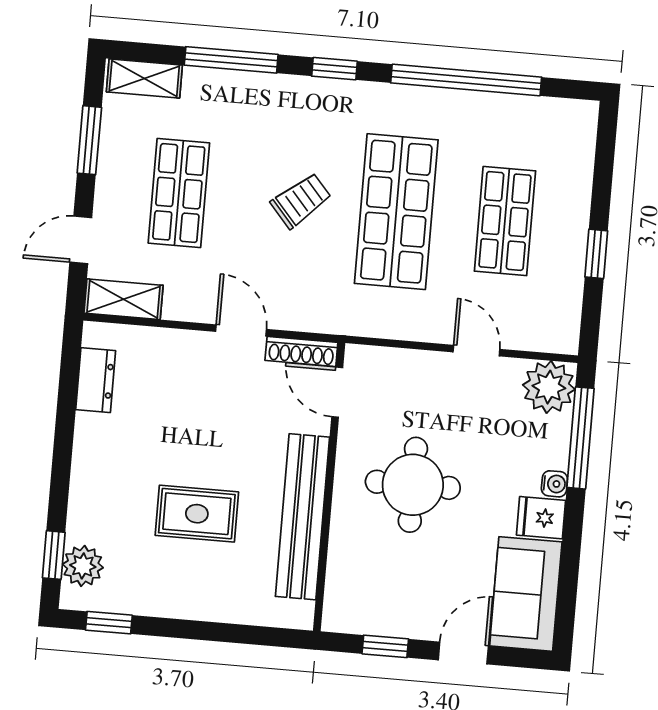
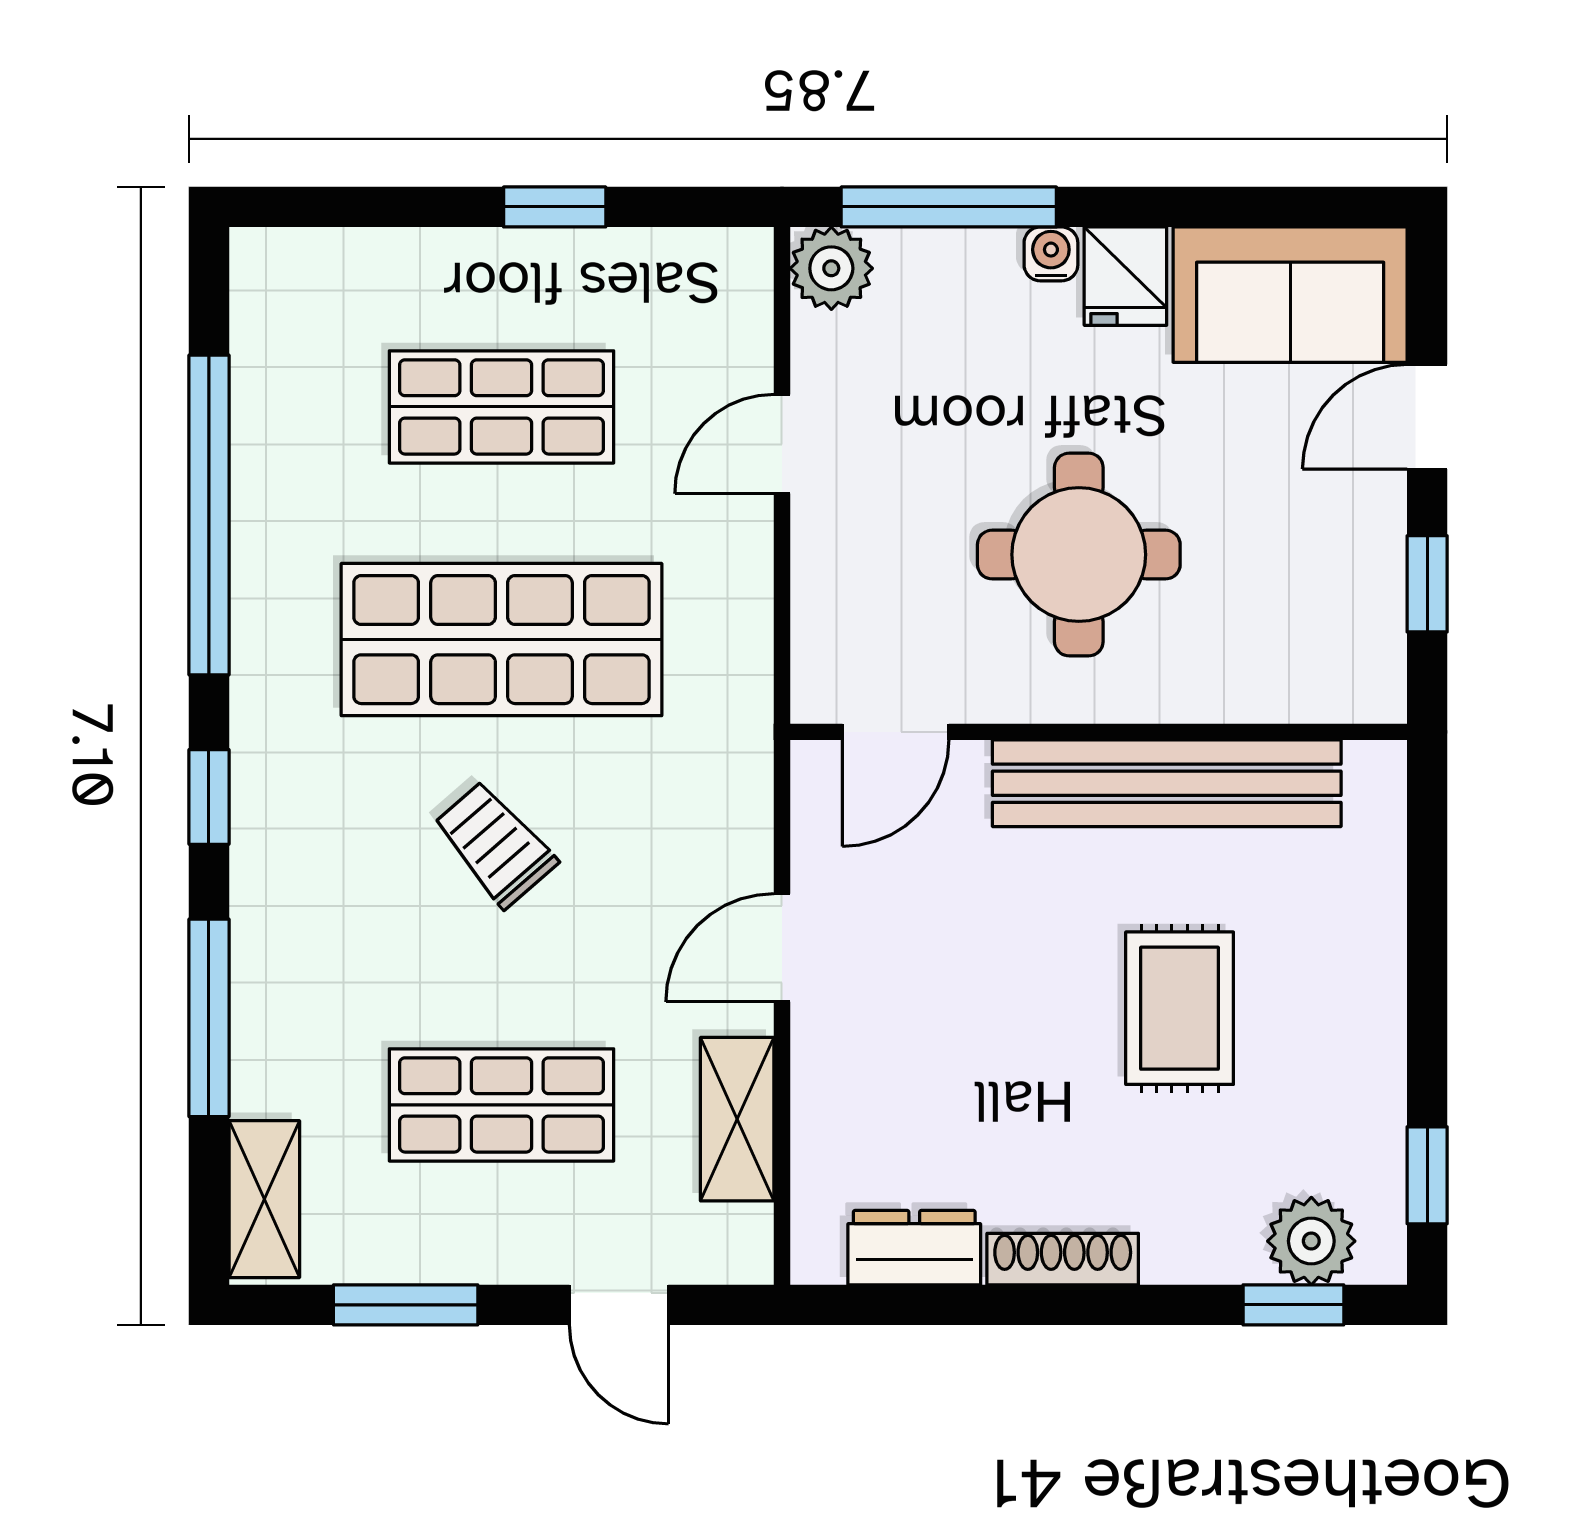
shelving: (124, 299) -> (737, 1119), moved
shoe rack: (301, 351) -> (1063, 1259), moved, turned -90
plant: (549, 387) -> (831, 268), width x0.73, depth x0.73
door: (463, 653) -> (1427, 417), hinge flipped

